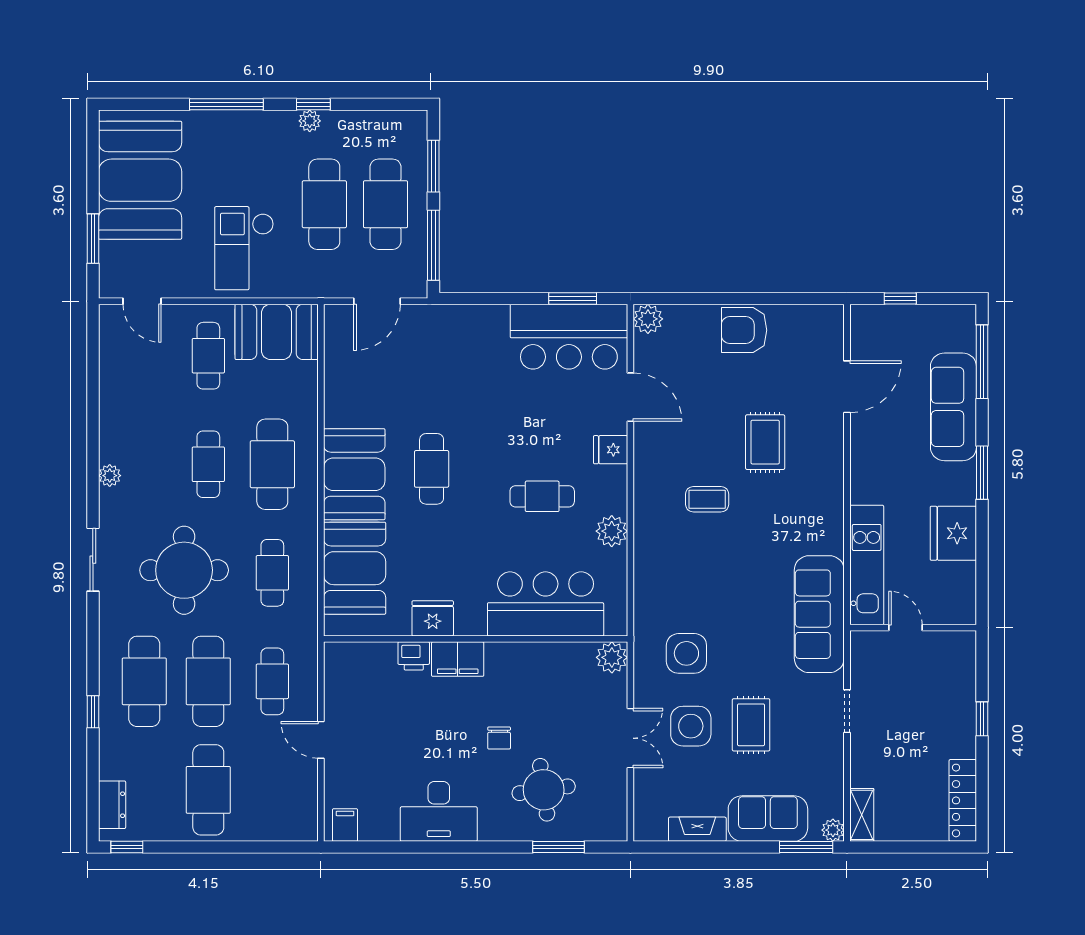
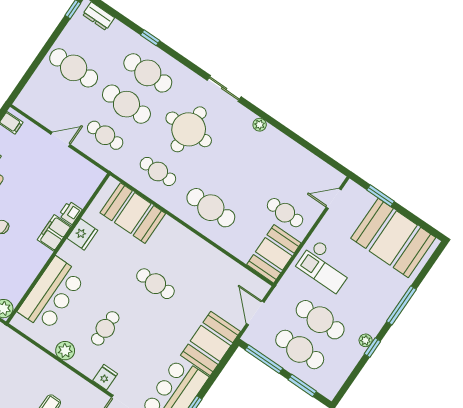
checkout: (244, 248) -> (325, 266), turned 180
cafe table: (208, 464) -> (232, 176), removed
booth: (354, 474) -> (211, 343), moved, turned 90

